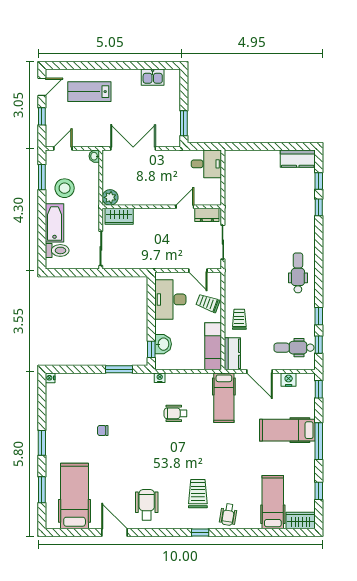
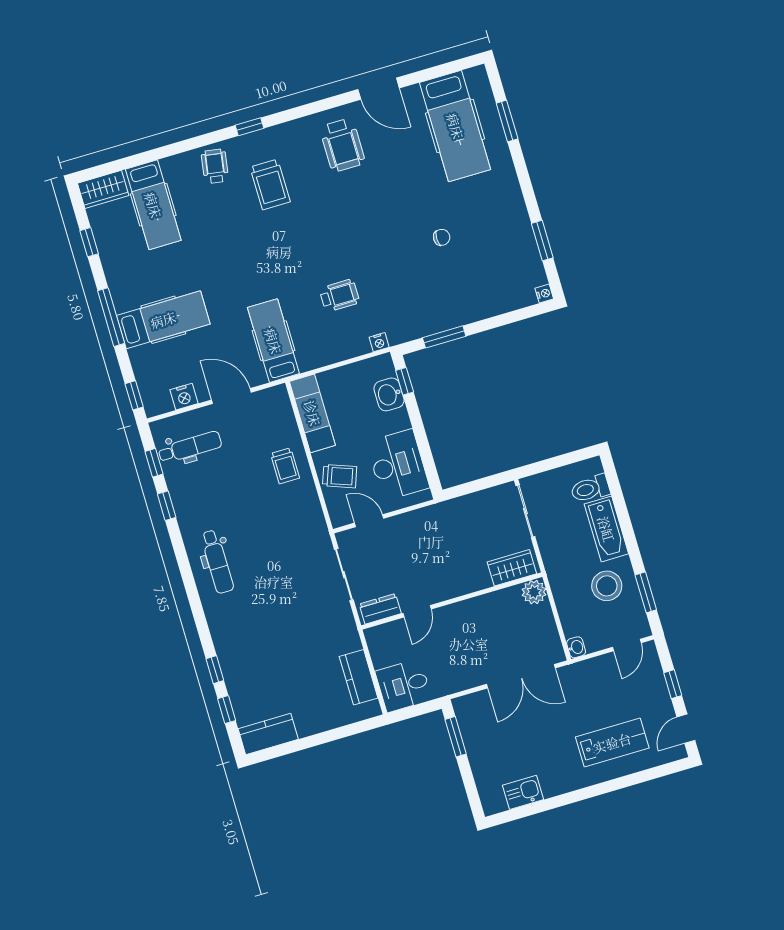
kitchen counter: (232, 354) -> (359, 677), moved
window: (42, 443) -> (542, 241), moved

